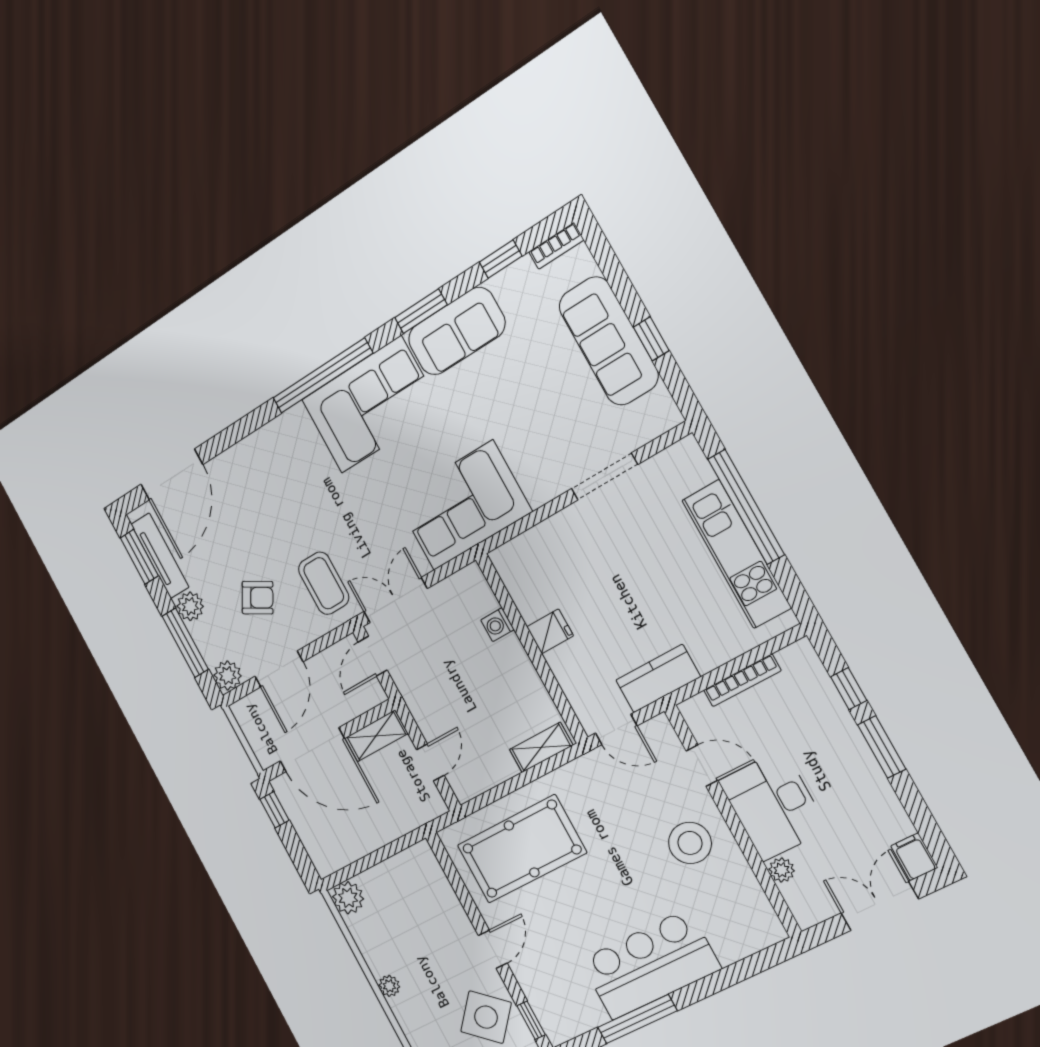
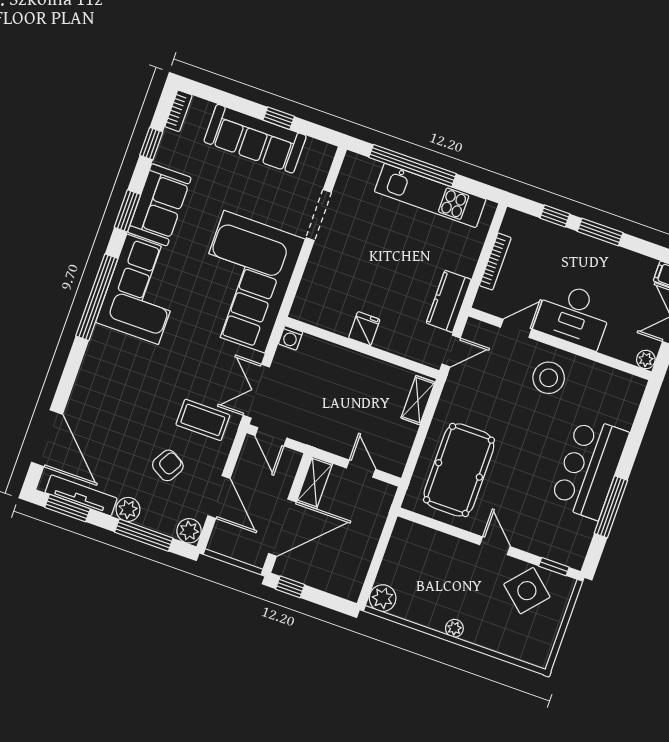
corner sofa: (463, 505) -> (244, 282), width x1.36, depth x1.36
washing machine: (497, 625) -> (291, 338), moved
plant: (782, 870) -> (646, 360), moved

